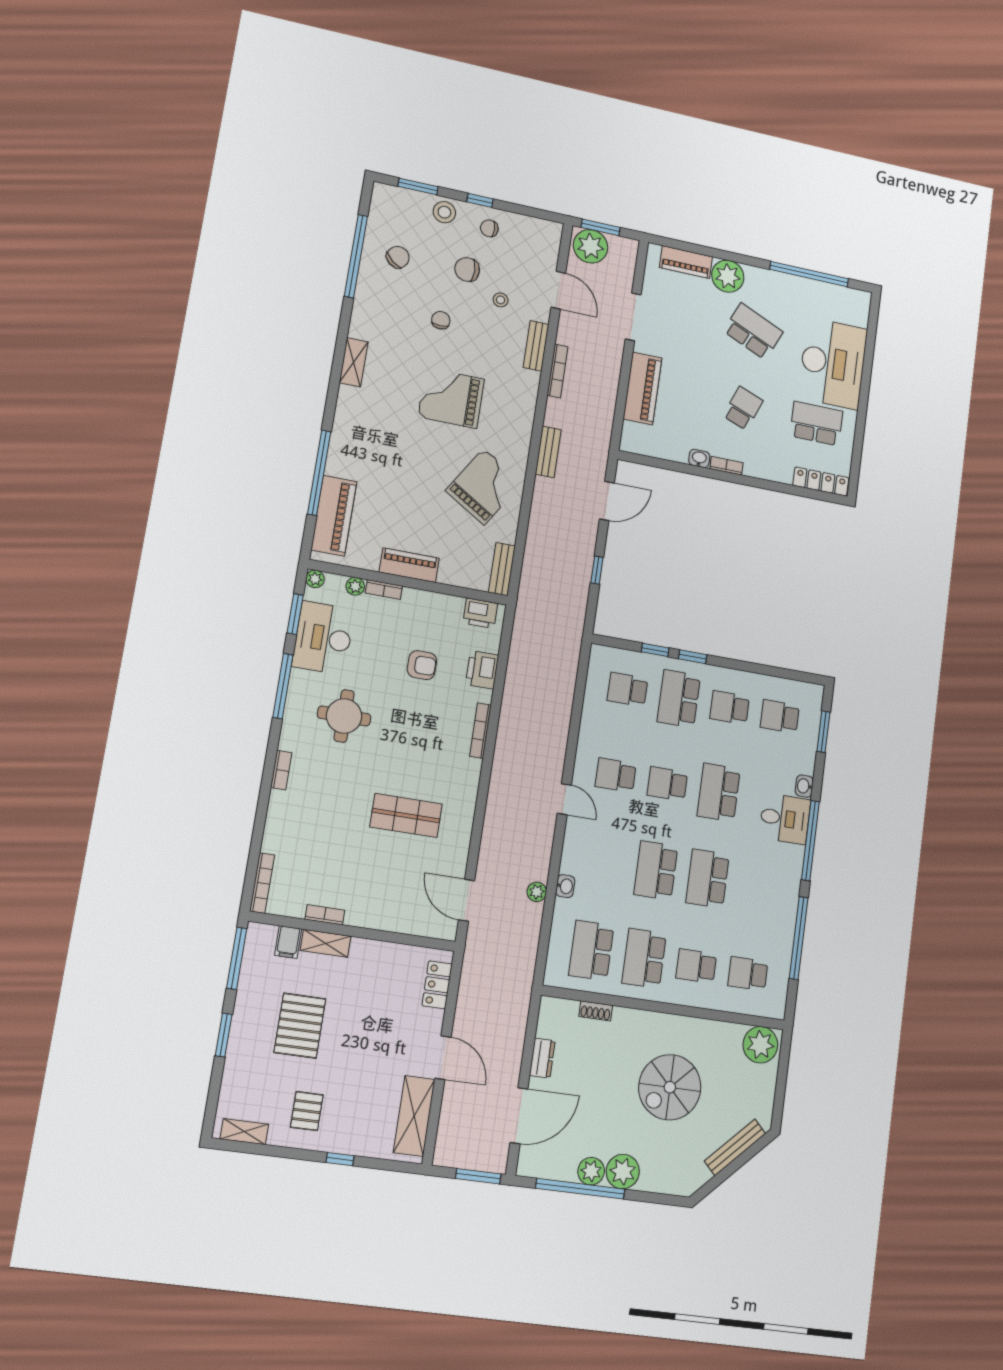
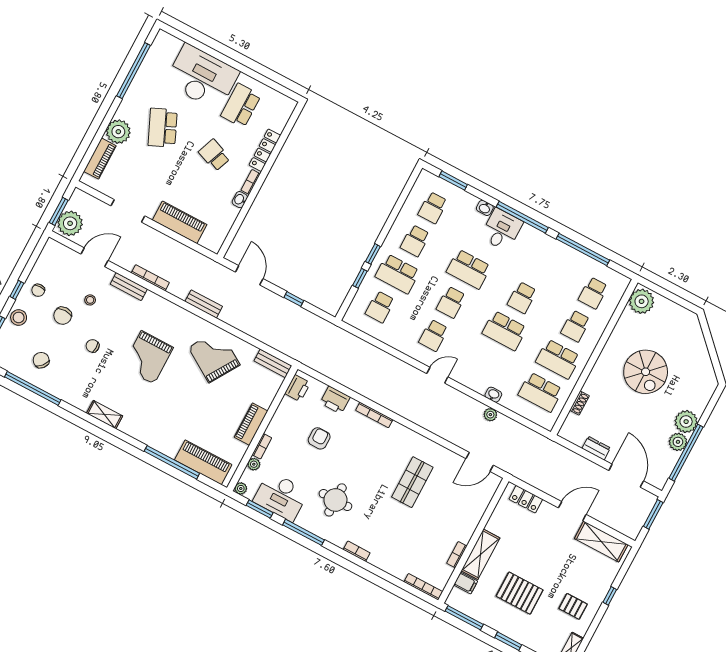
school desk: (753, 331) -> (163, 128), turned -48
locker: (821, 482) -> (265, 150), moved
school desk: (708, 879) -> (522, 298), width x0.54
shelving: (326, 943) -> (481, 554), width x1.50, depth x1.33
bench: (735, 1147) -> (700, 343), removed

